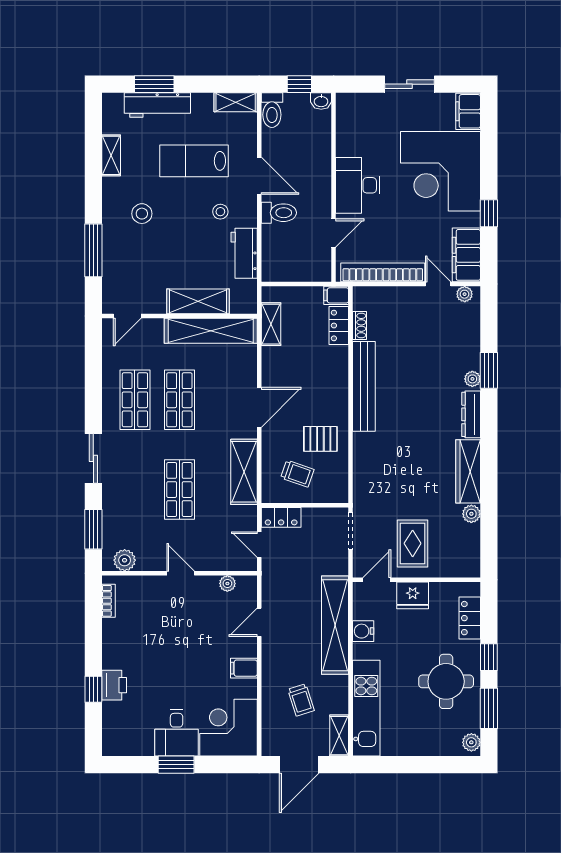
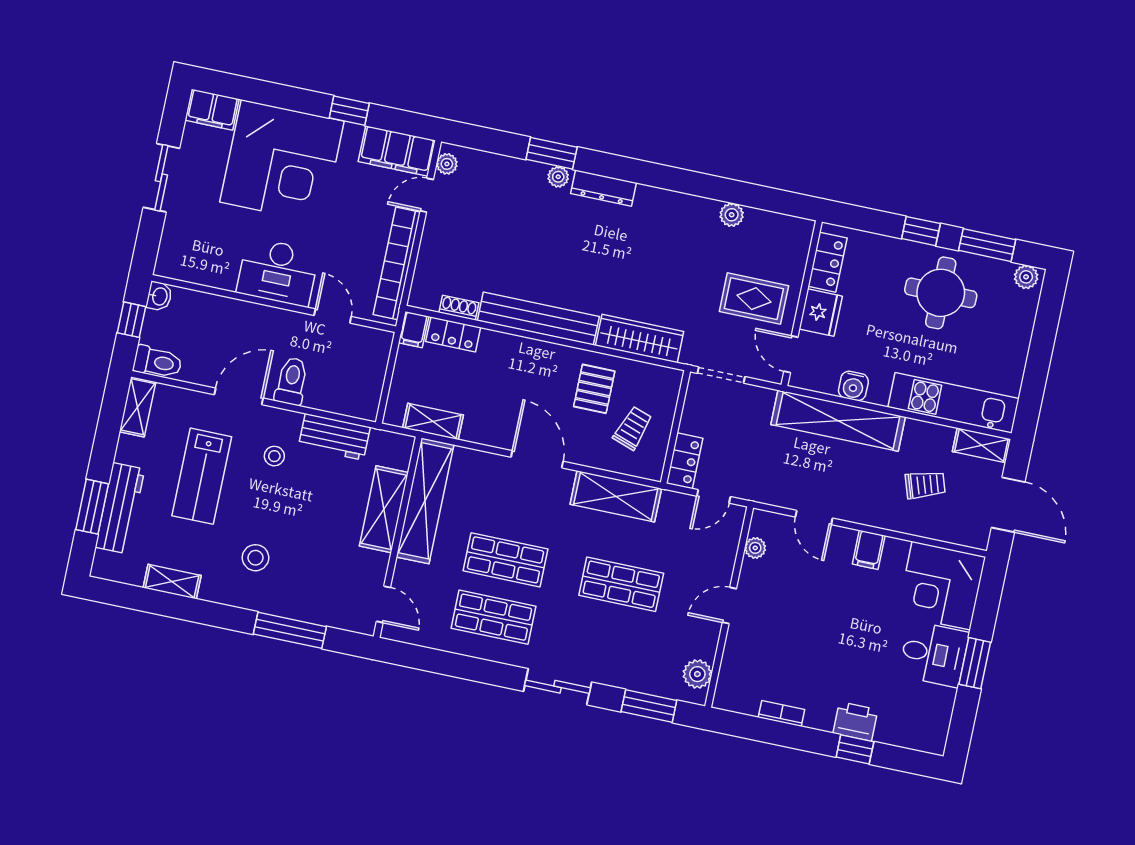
wardrobe: (468, 471) -> (640, 338), moved, turned 180
bookcase: (108, 601) -> (781, 714), moved
locker: (470, 618) -> (828, 262), moved, turned -90

